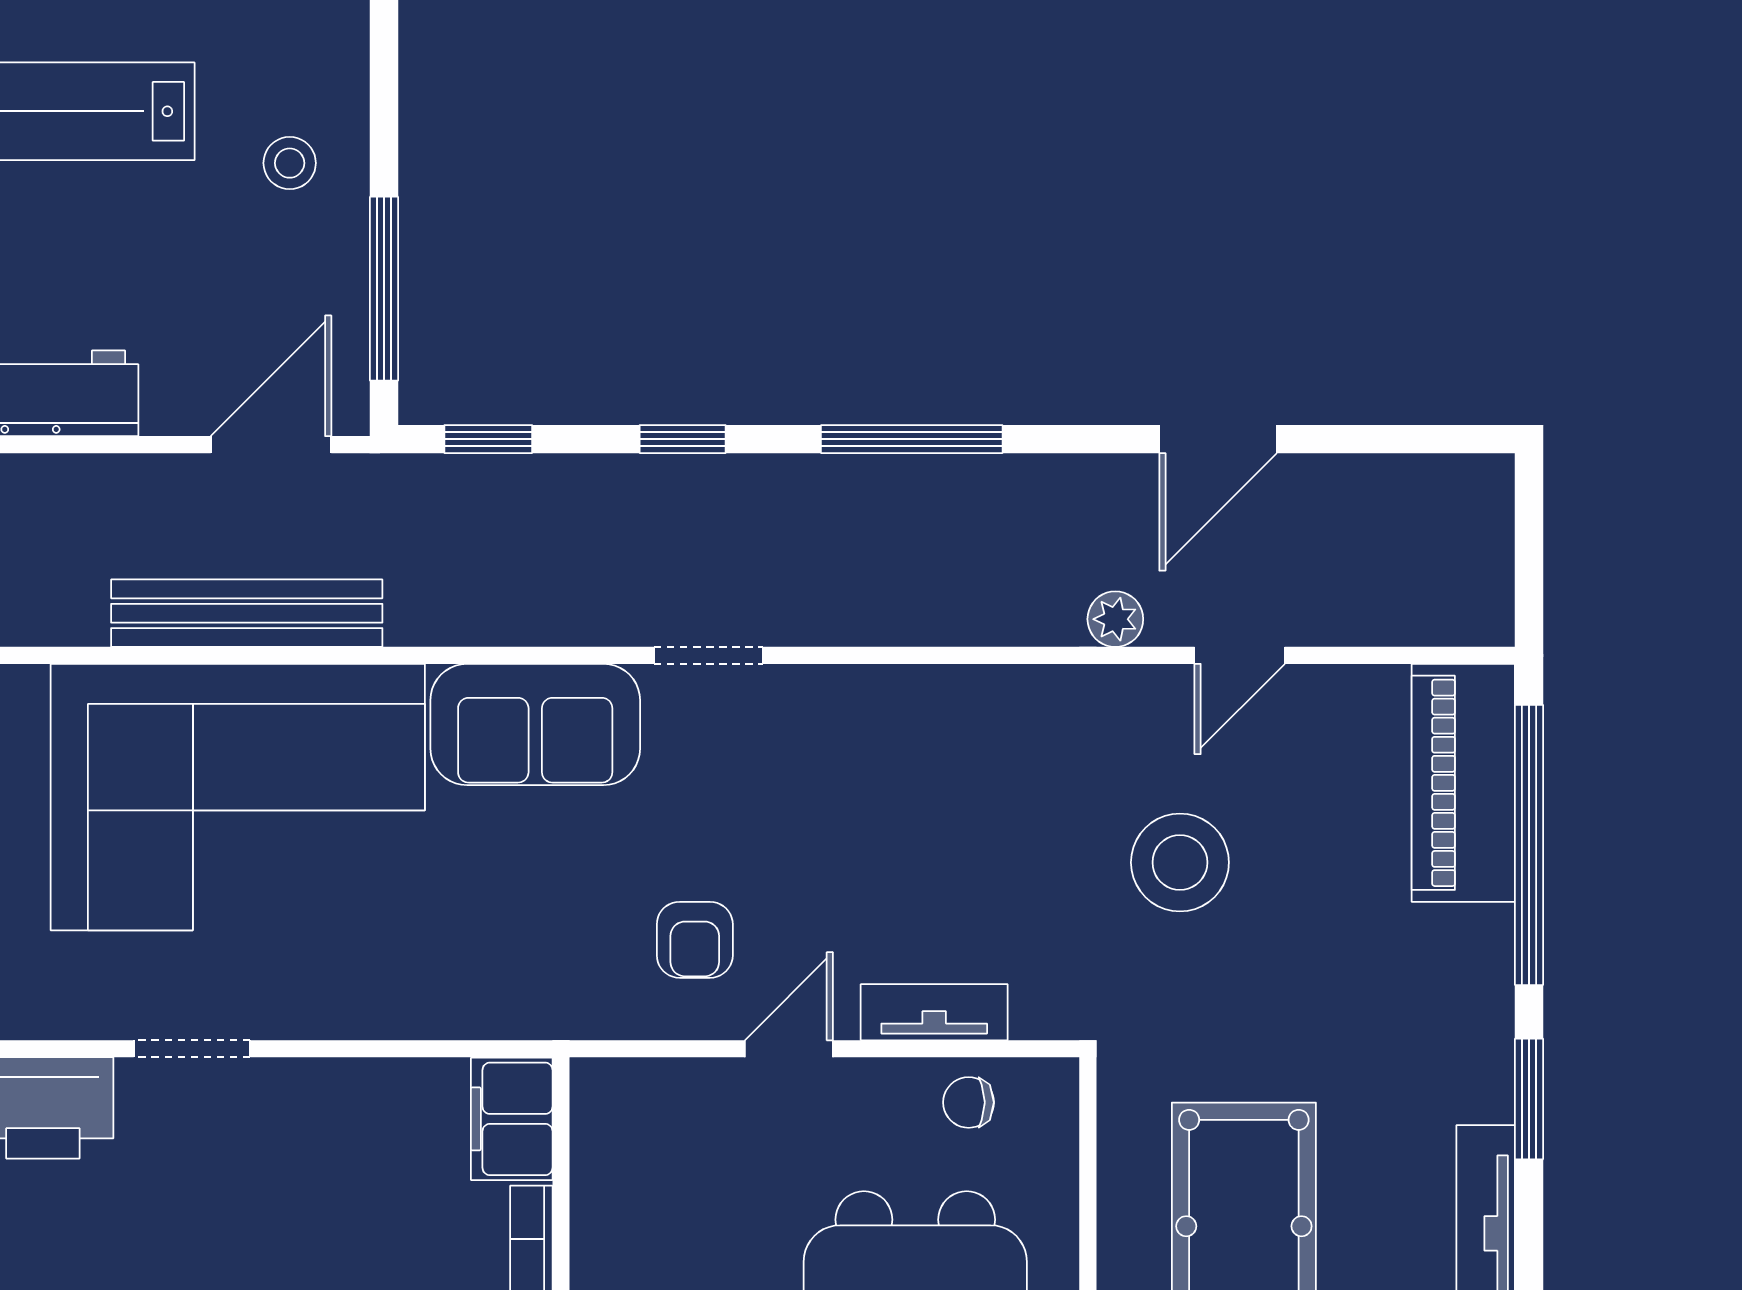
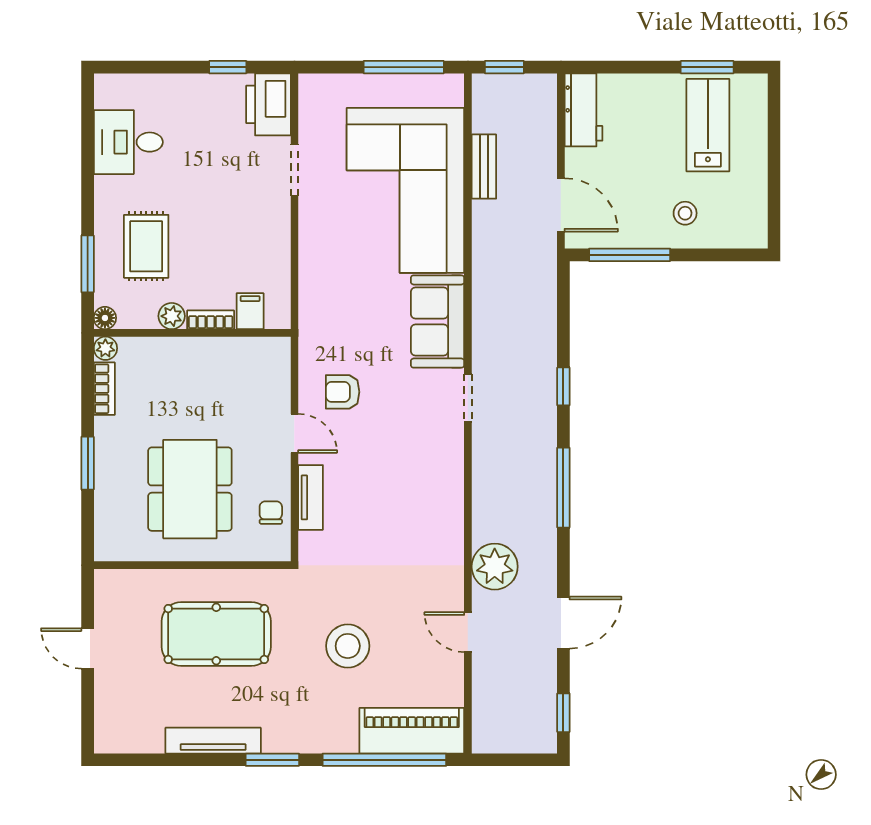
window: (488, 439) -> (563, 713), moved
door: (1218, 439) -> (563, 623), swing flipped
bench: (247, 613) -> (484, 167), width x0.54, depth x0.82
plant: (1115, 619) -> (495, 567), width x1.88, depth x1.88
stool: (1180, 862) -> (348, 646), moved
filing cabinet: (512, 1119) -> (250, 311), width x0.50

